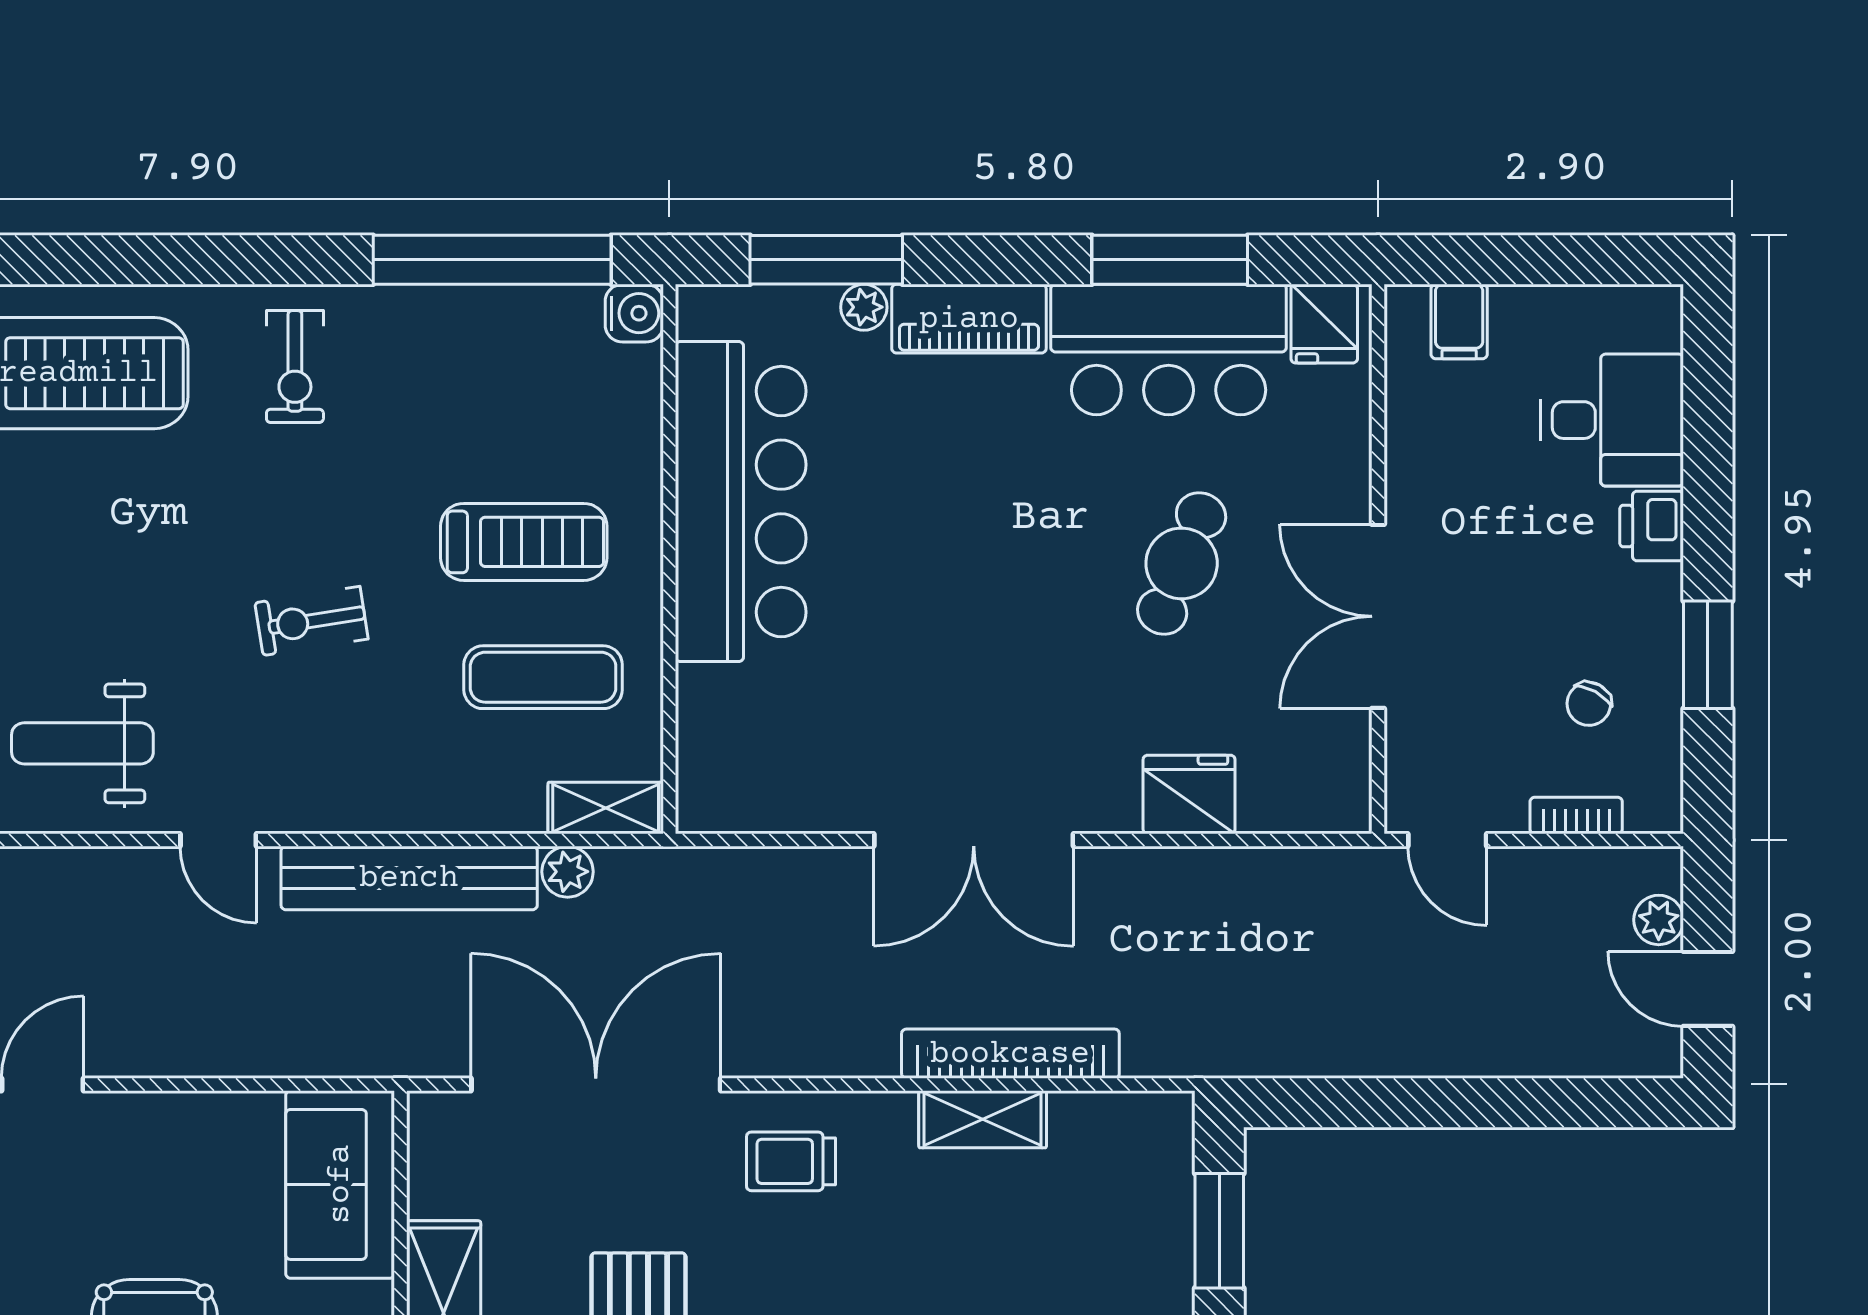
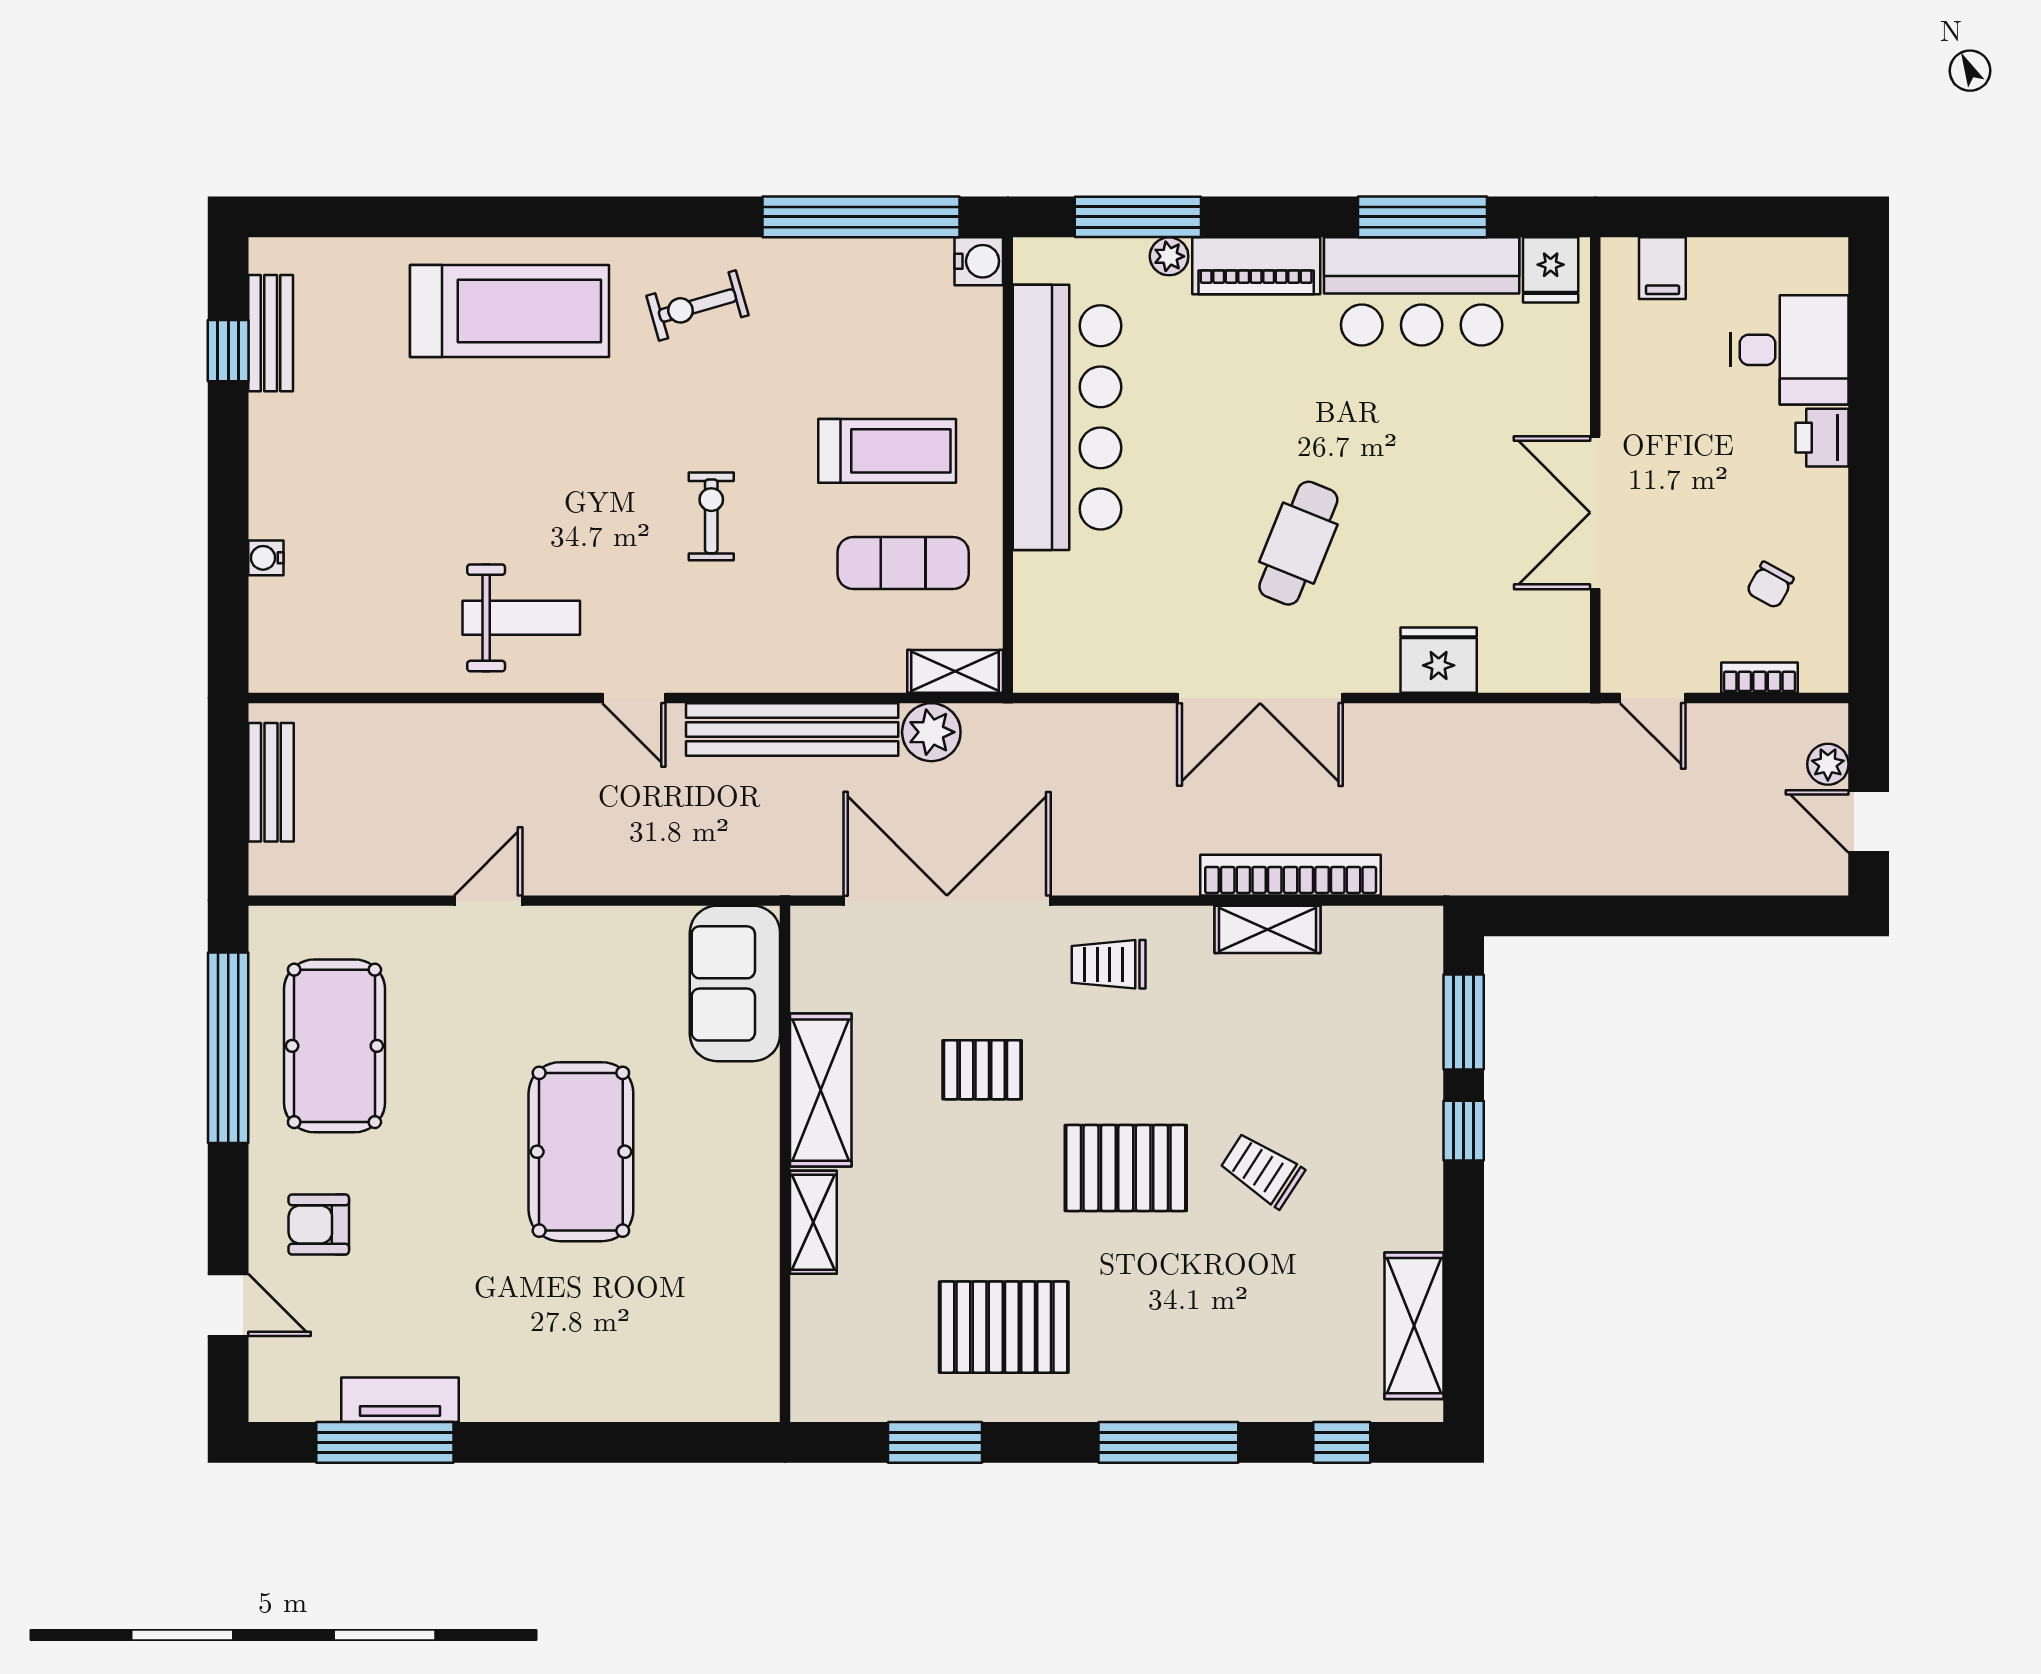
exercise bike: (295, 367) -> (697, 306), turned 74
cafe table: (1182, 563) -> (1298, 543), moved
exercise bike: (312, 621) -> (711, 516), turned 99
window: (1708, 655) -> (1869, 544), removed
weight bench: (82, 743) -> (521, 618), turned 180
plant: (568, 872) -> (931, 732), width x1.38, depth x1.38

